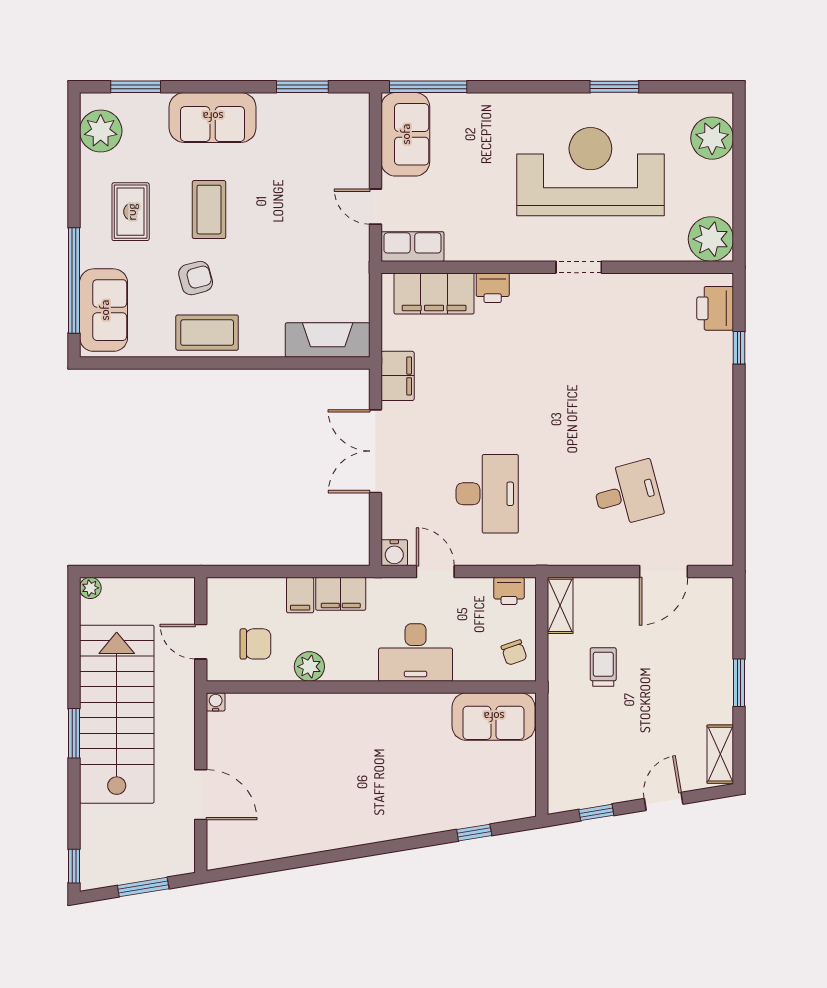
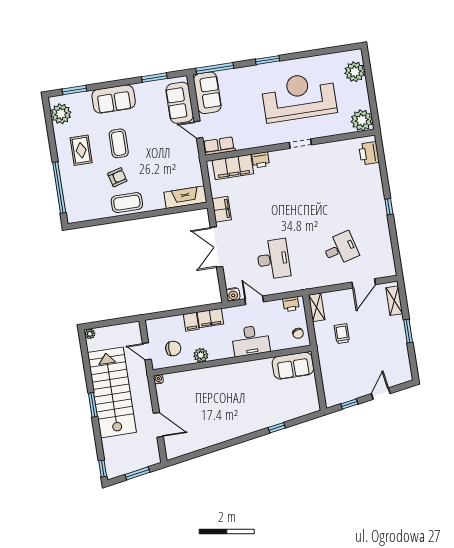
window: (614, 87) -> (268, 60), moved
sofa: (104, 310) -> (180, 103), moved, turned 180
window: (739, 348) -> (389, 207), moved
shelving: (720, 754) -> (394, 301), moved
window: (474, 833) -> (277, 428), moved

